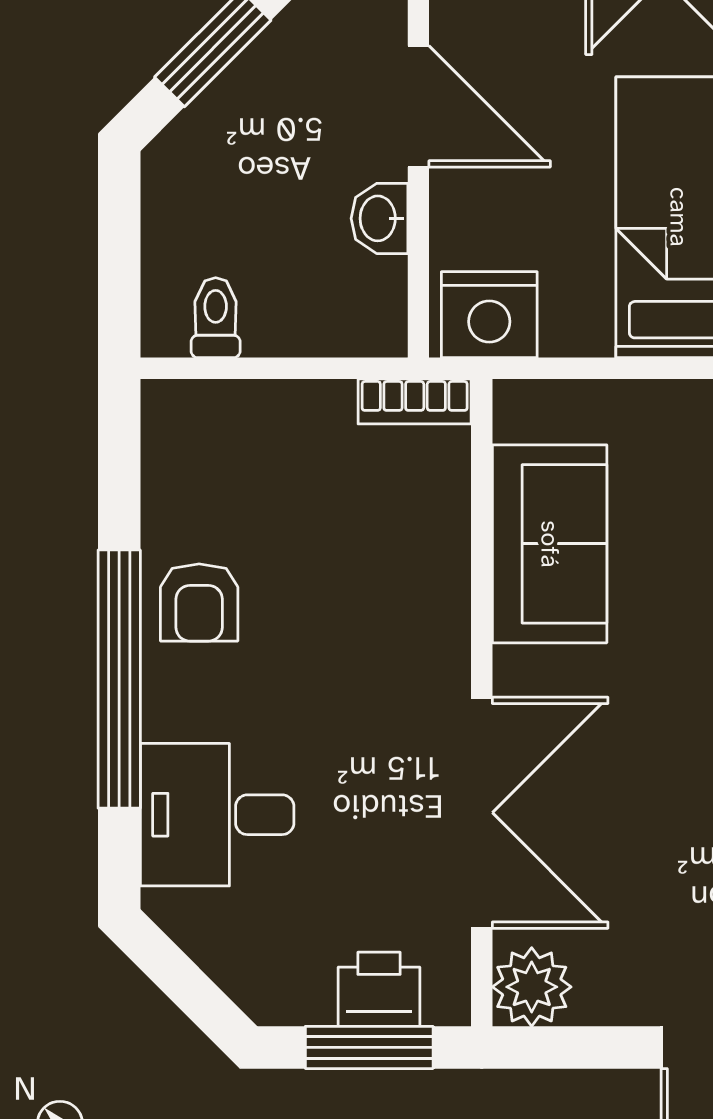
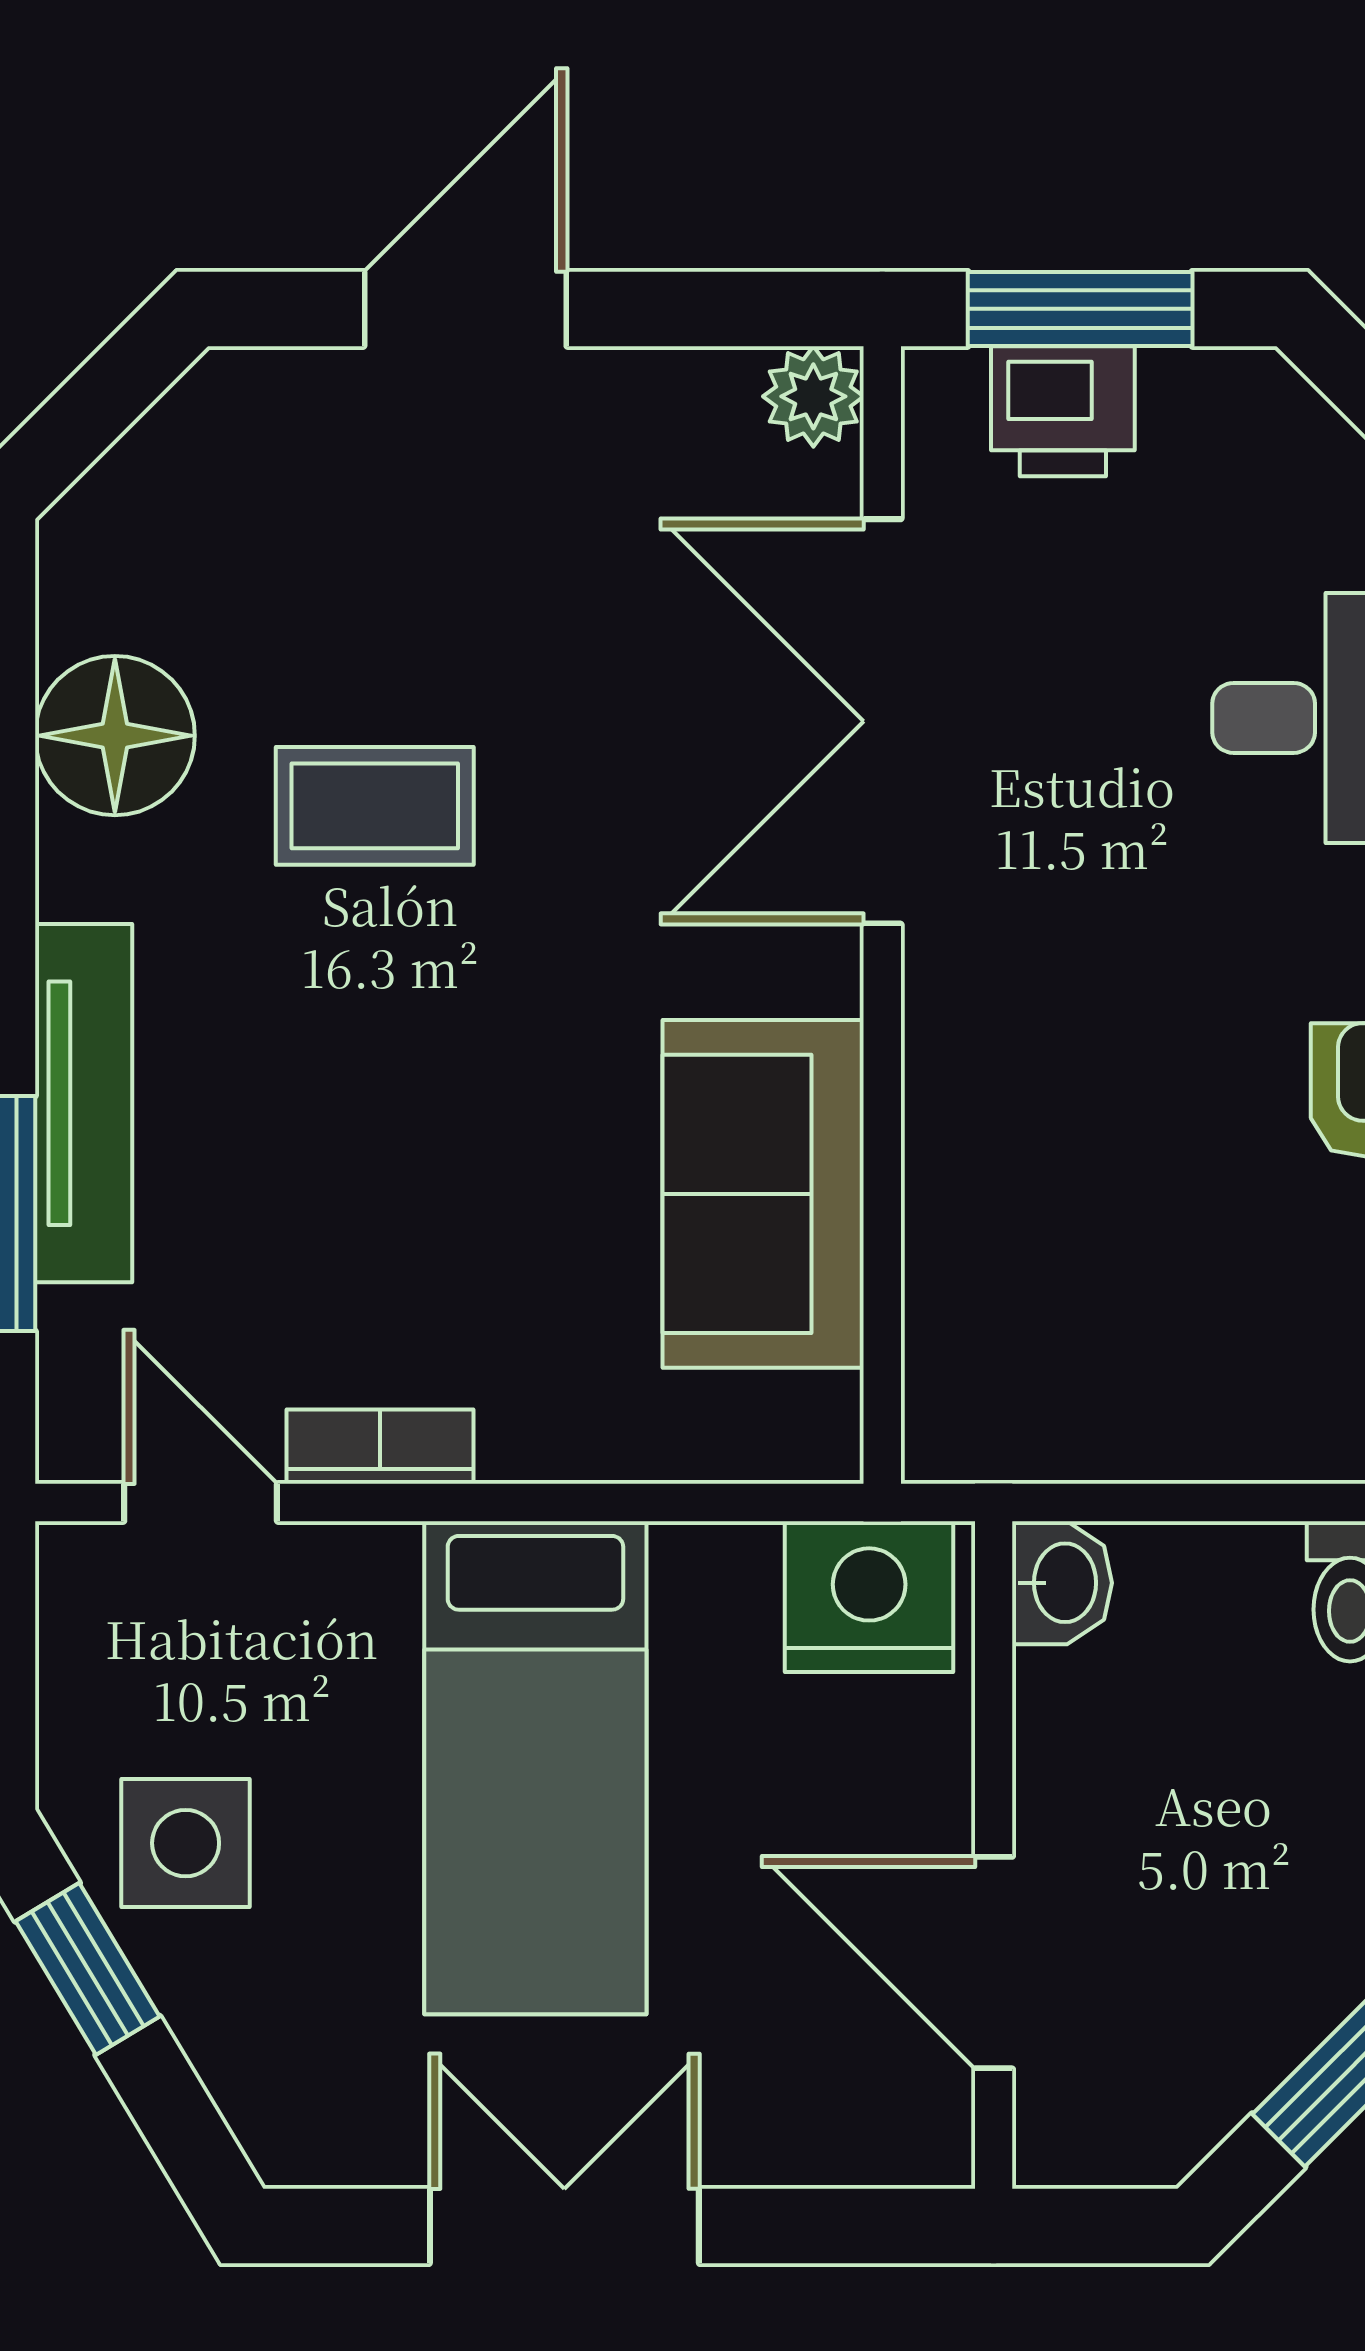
washbasin: (379, 218) -> (1062, 1583), moved
bookcase: (415, 401) -> (1000, 1444), removed
plant: (532, 987) -> (813, 396), width x0.73, depth x0.73

